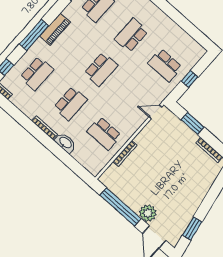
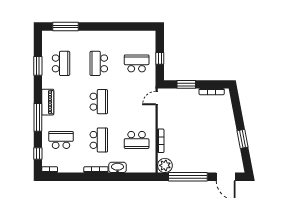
school desk: (165, 65) -> (137, 63), turned 180
school desk: (37, 73) -> (61, 140), turned -90
plant: (148, 213) -> (165, 165), moved
window: (192, 229) -> (242, 139), moved

